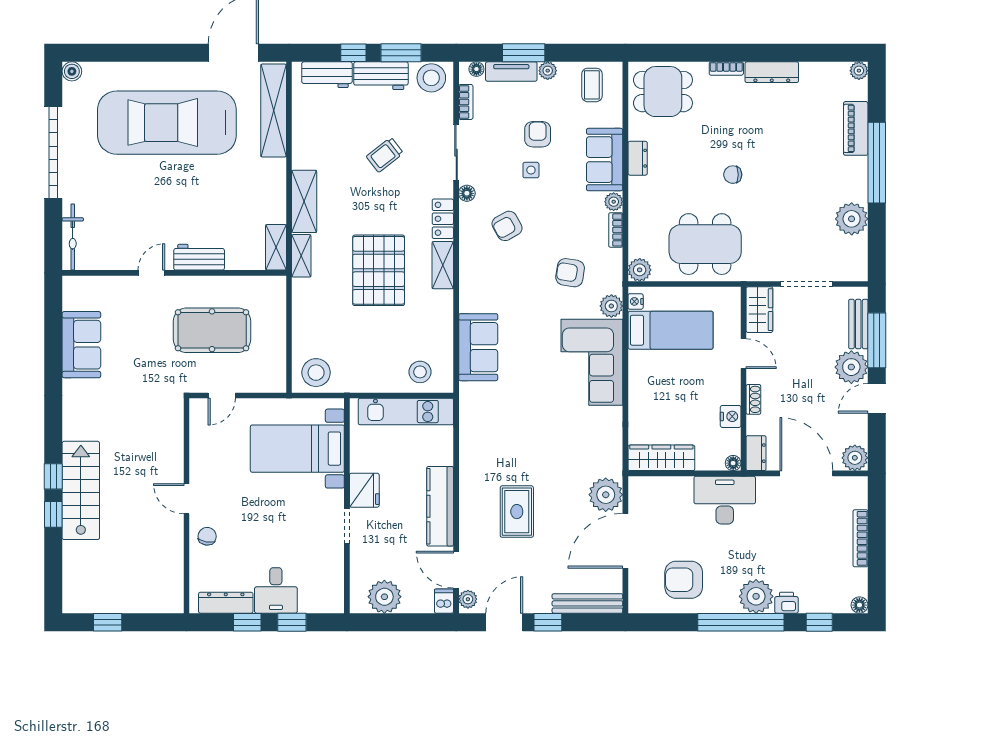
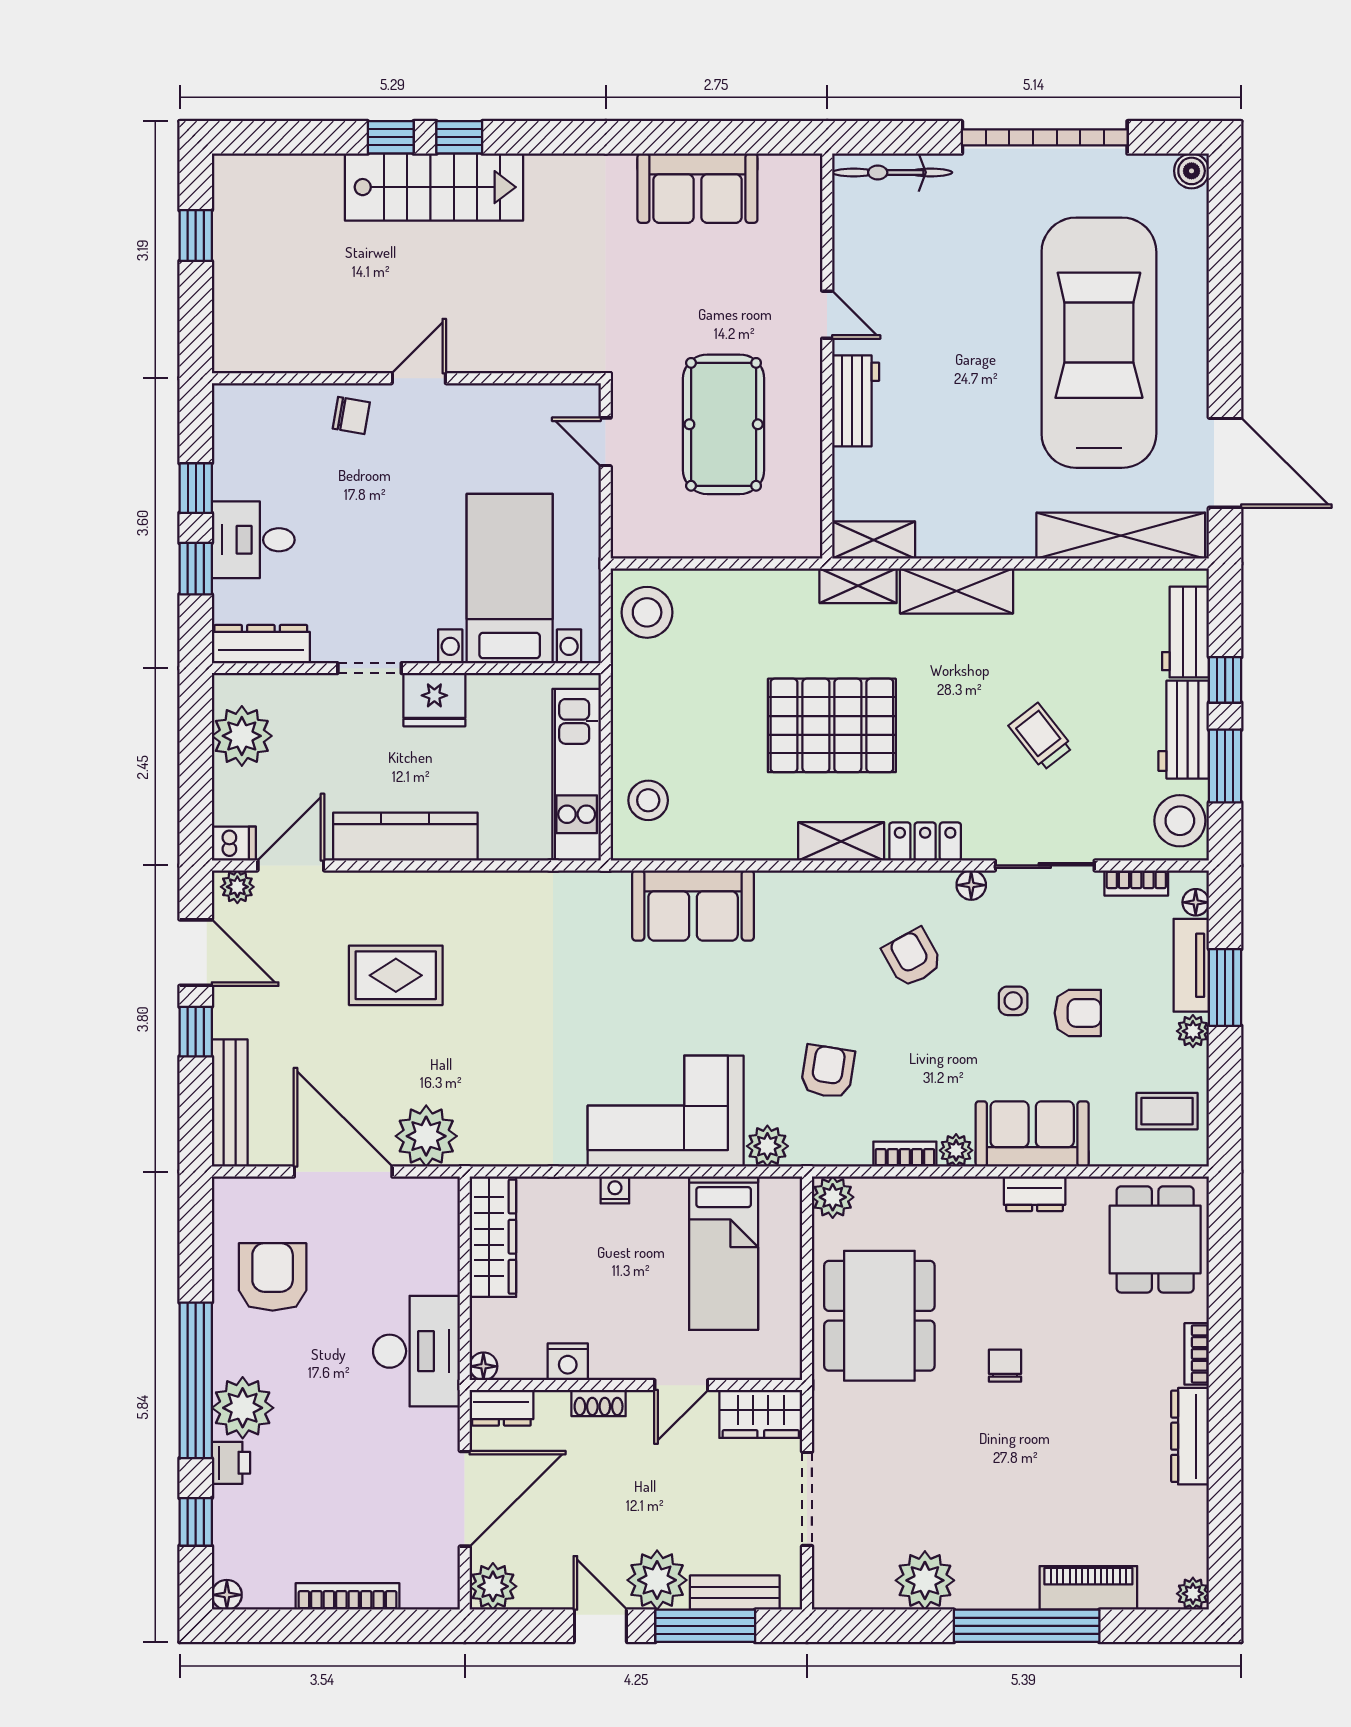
nightstand: (636, 301) -> (615, 1190), moved
dresser: (226, 603) -> (261, 644), moved, turned -90

